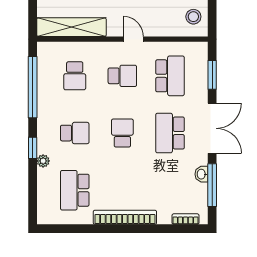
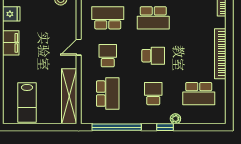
school desk: (75, 76) -> (108, 94), width x1.85
school desk: (122, 133) -> (153, 56), turned 180

